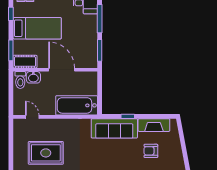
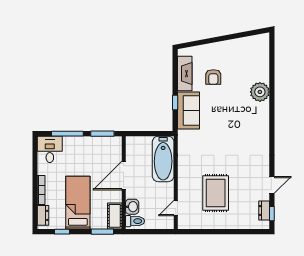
sofa: (114, 128) -> (188, 111), width x0.73

